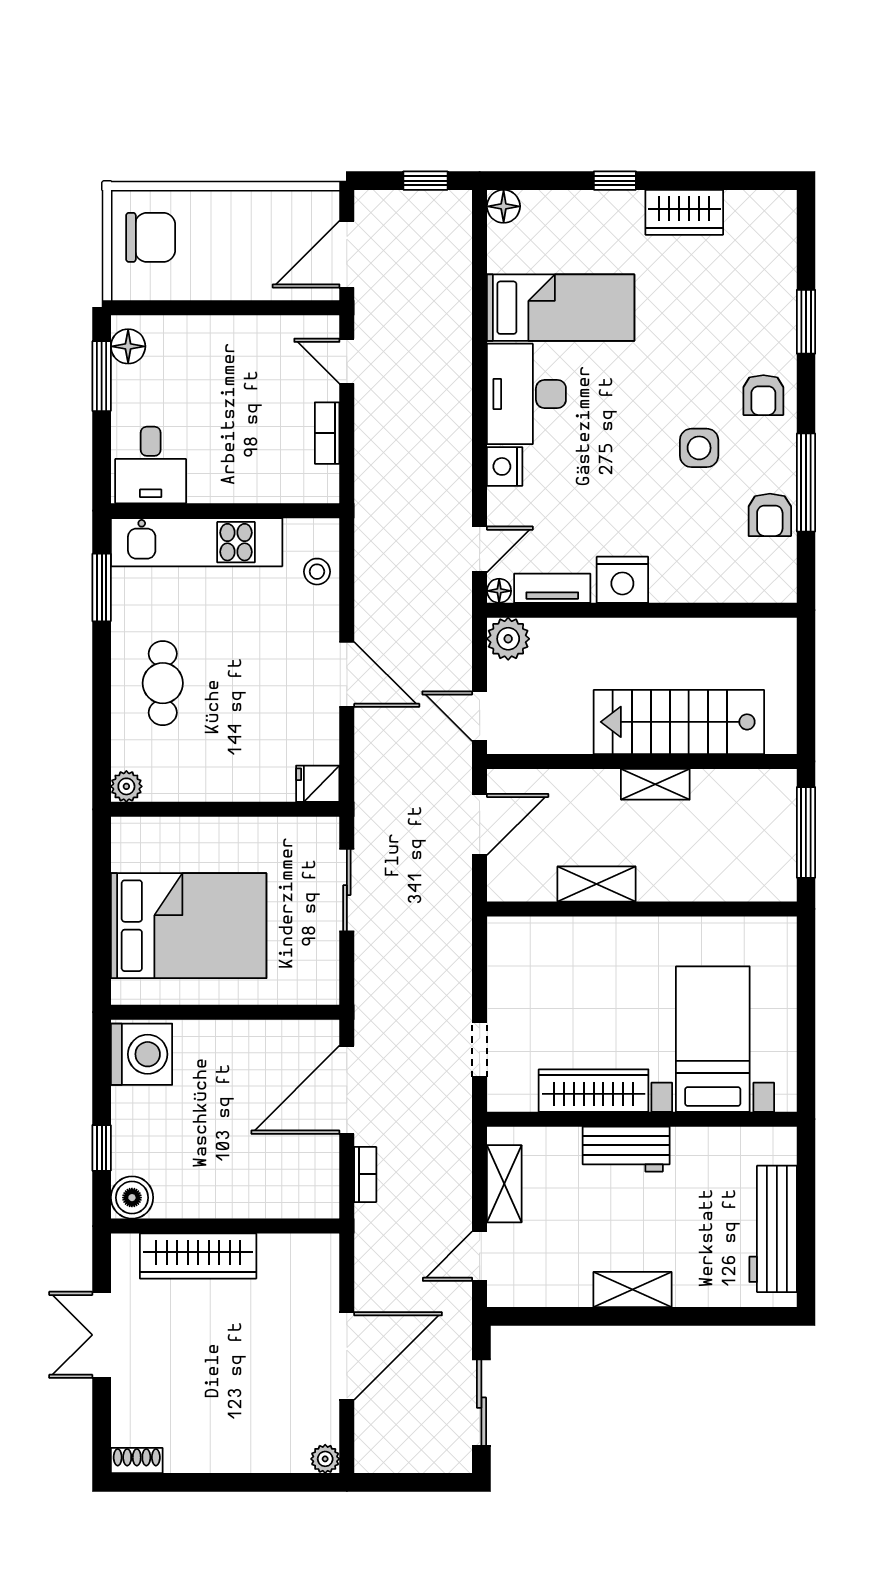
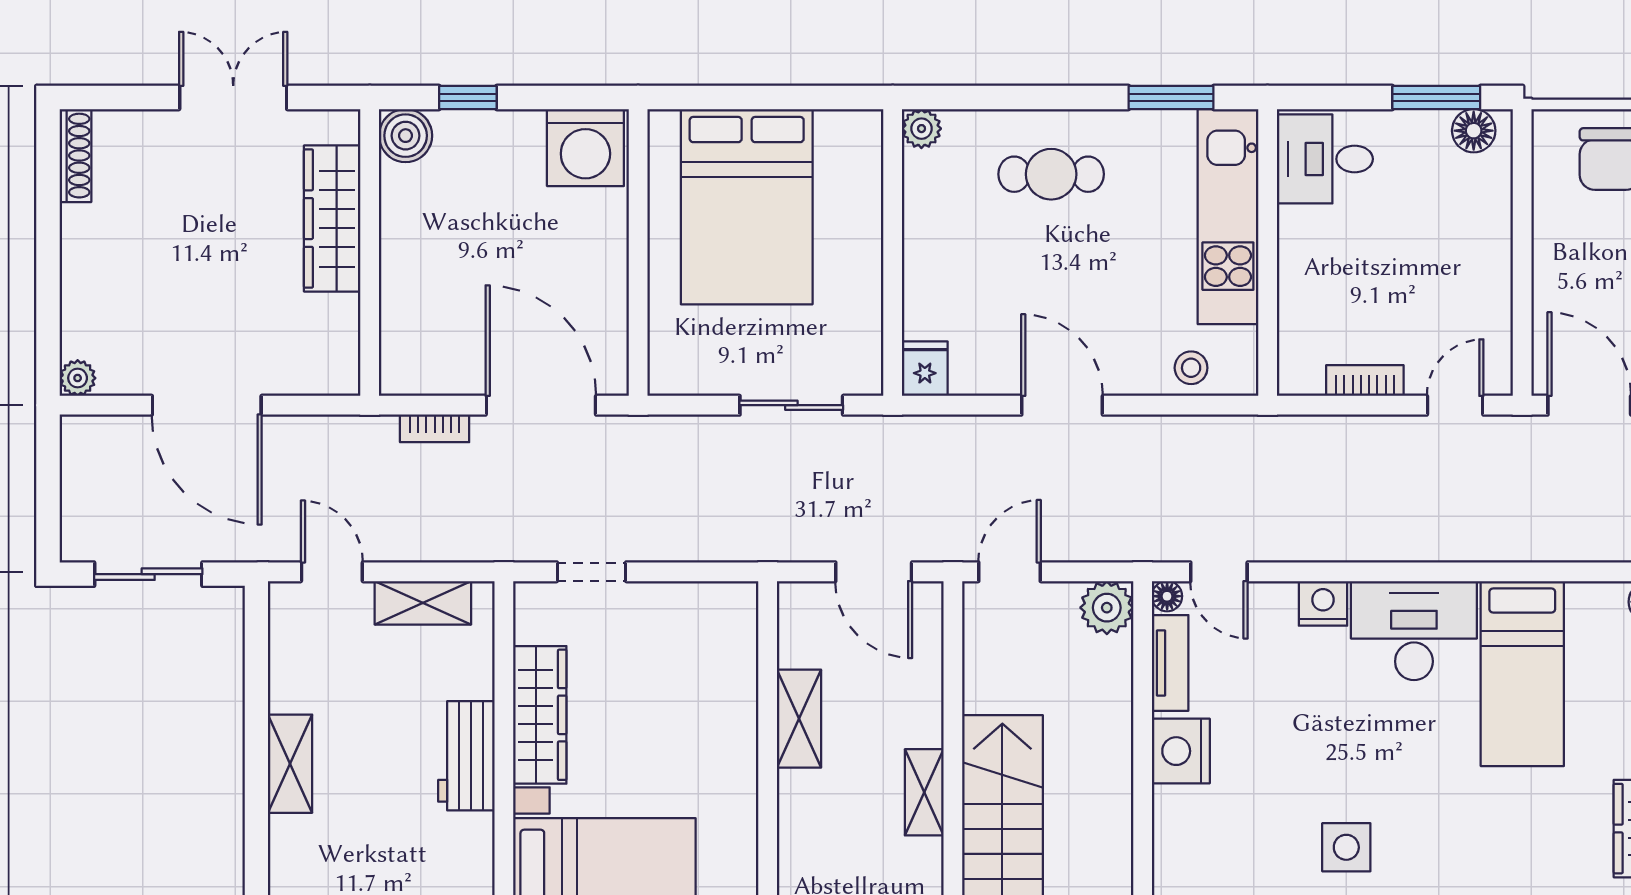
door: (347, 674) -> (1062, 405), swing flipped
shoe rack: (137, 1461) -> (75, 156), width x1.43

